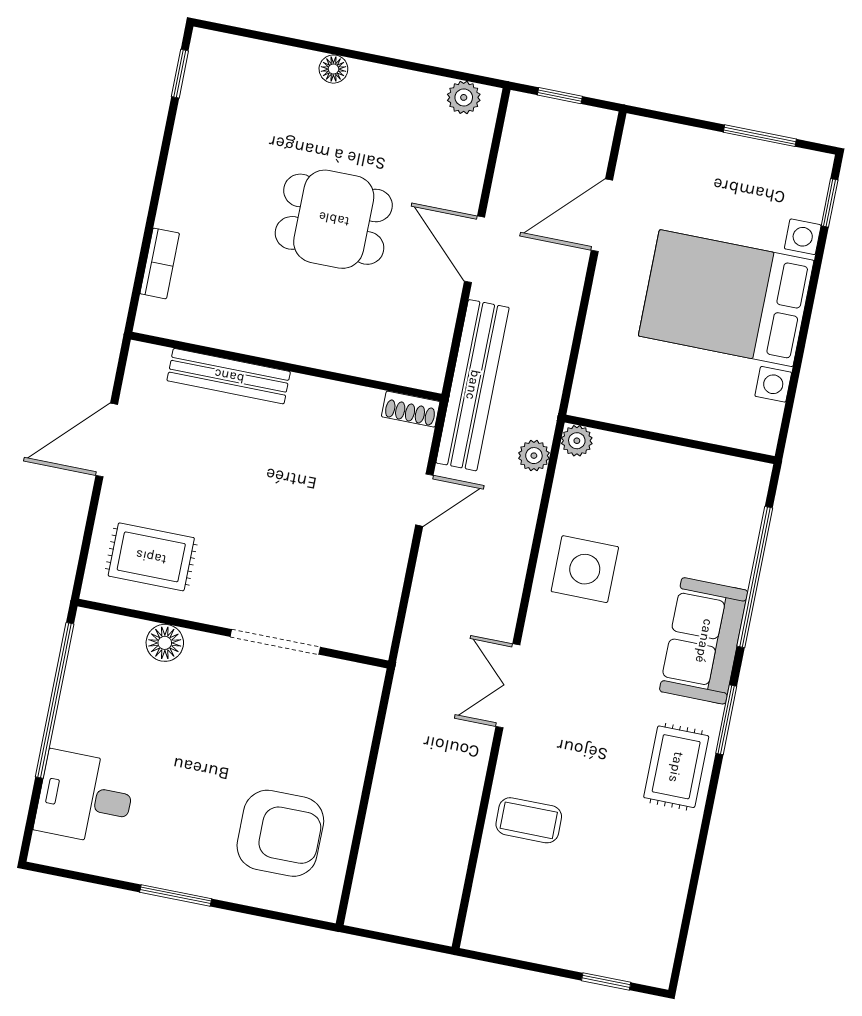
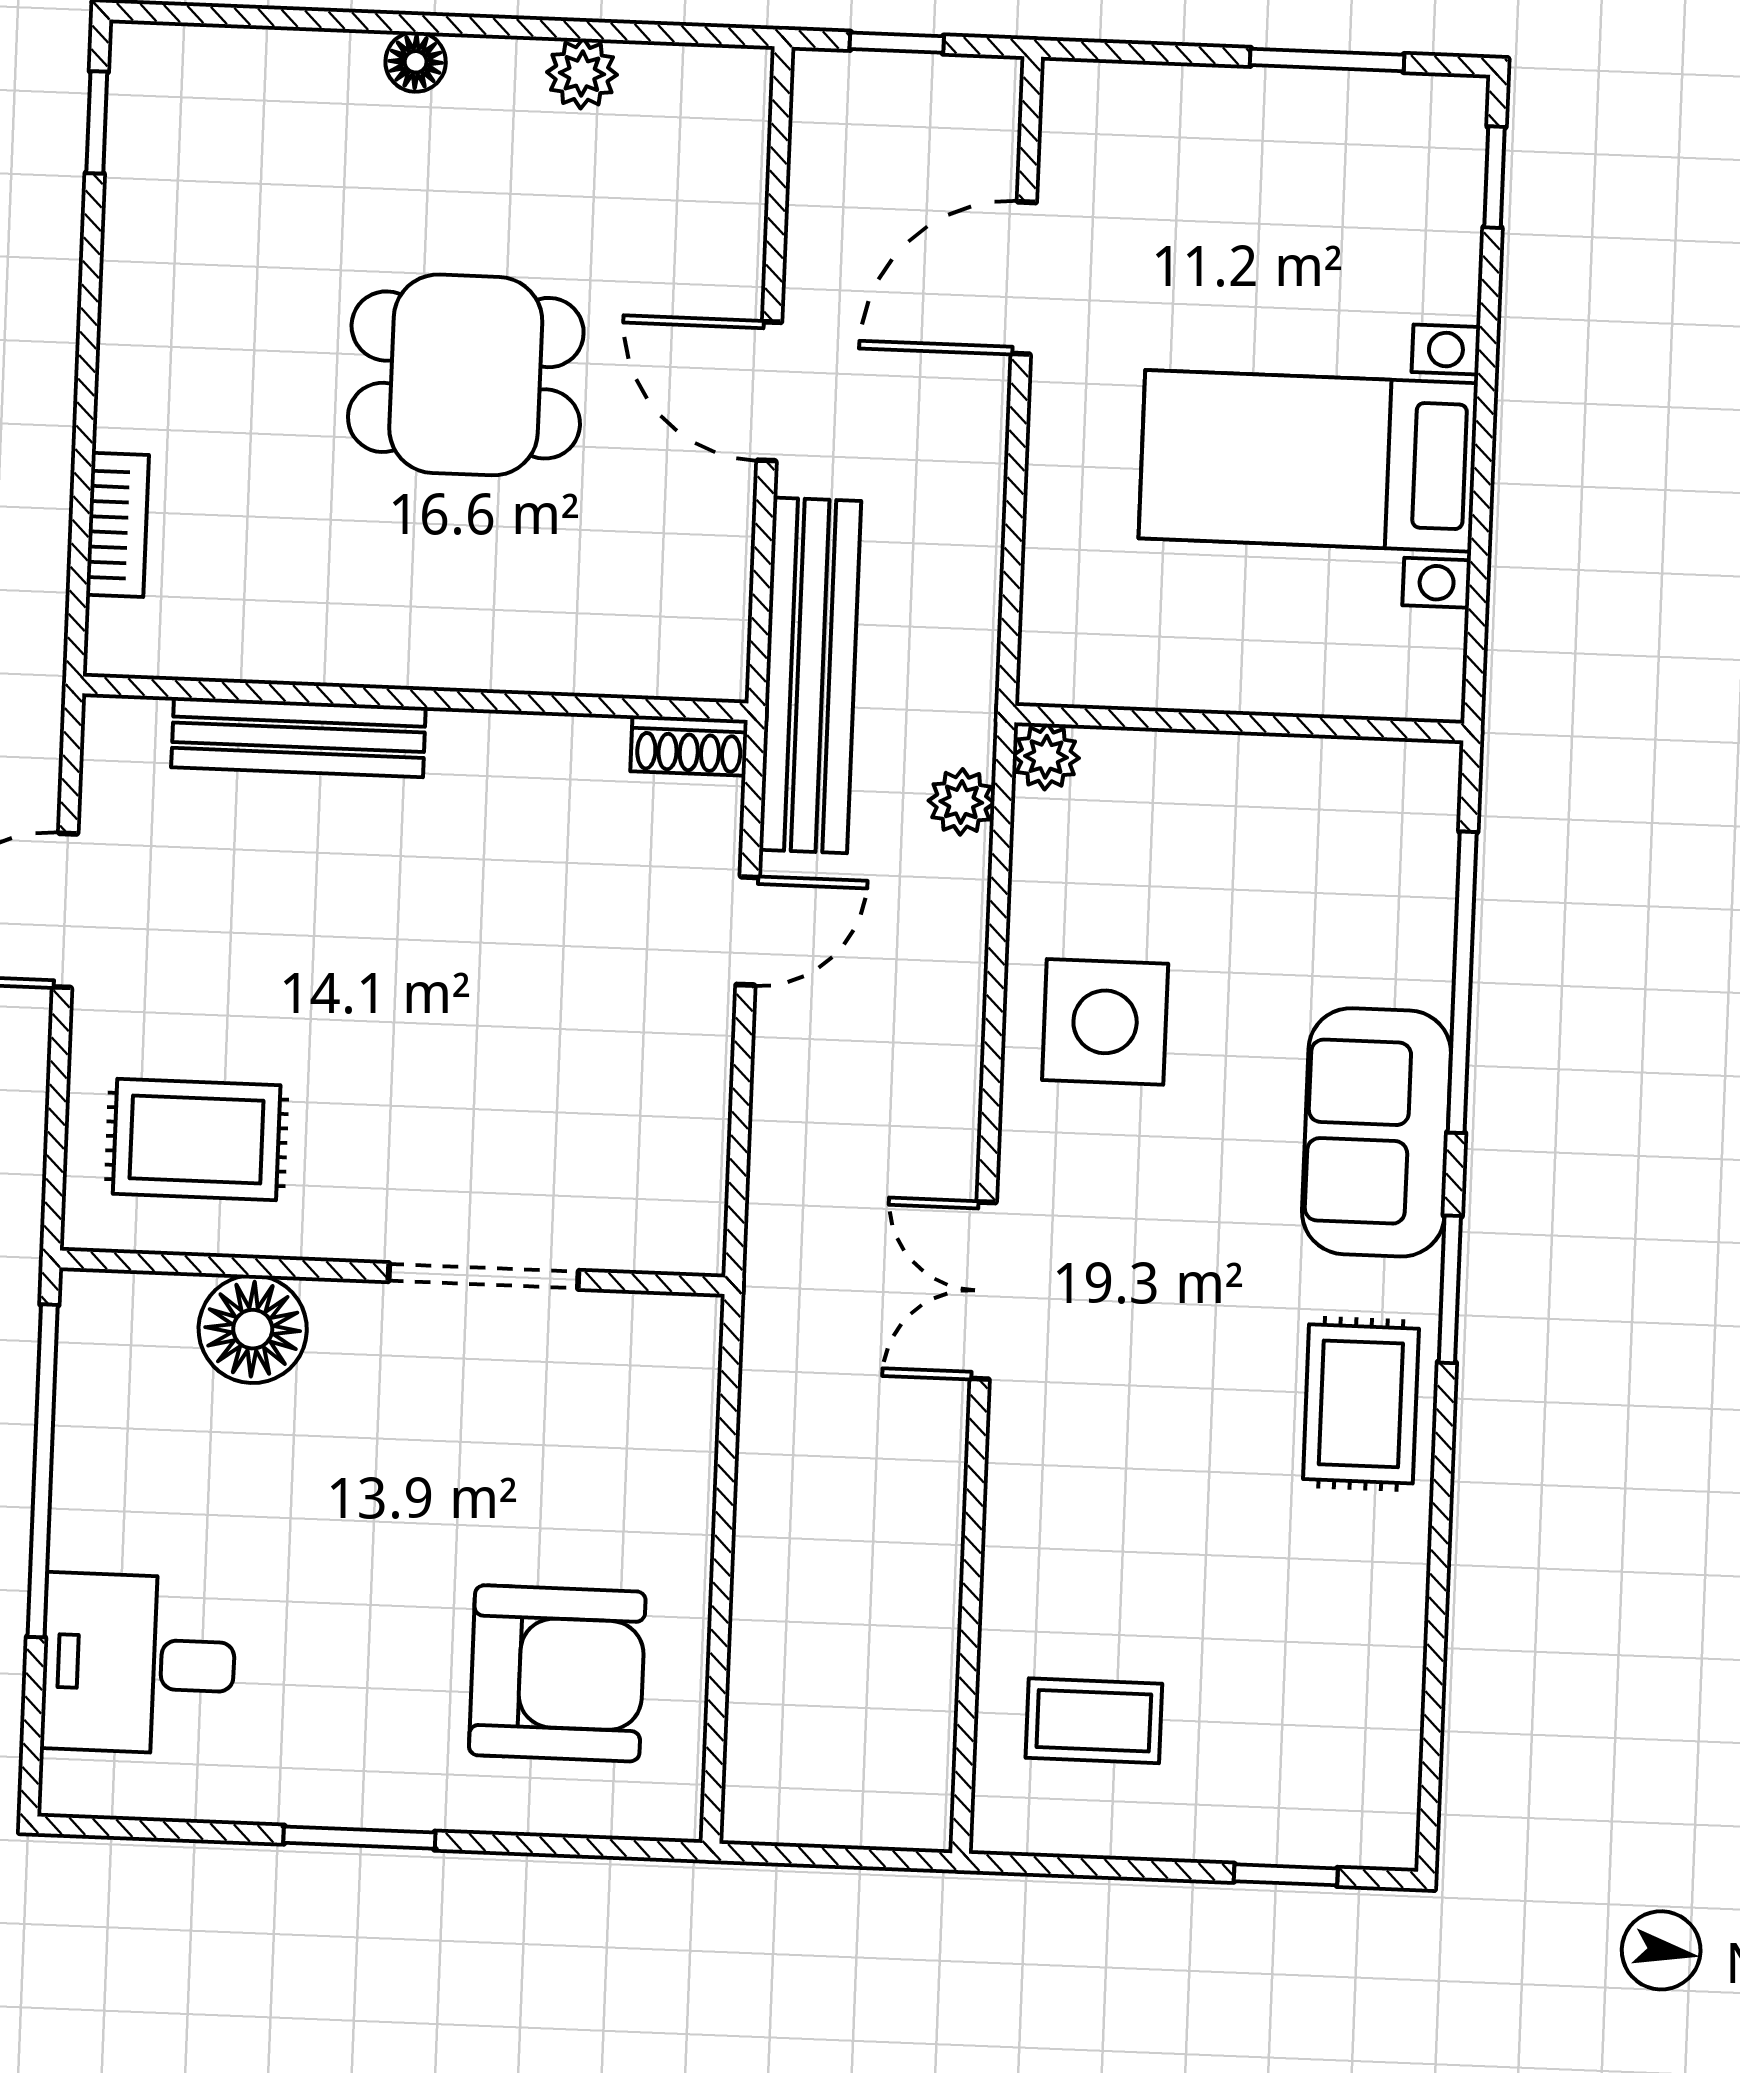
plant: (464, 97) -> (582, 74), moved
bed with nightstands: (726, 298) -> (1308, 461), width x0.73
floor lamp: (165, 643) -> (253, 1329), width x1.38, depth x1.38
coffee table: (529, 820) -> (1094, 1721), moved

